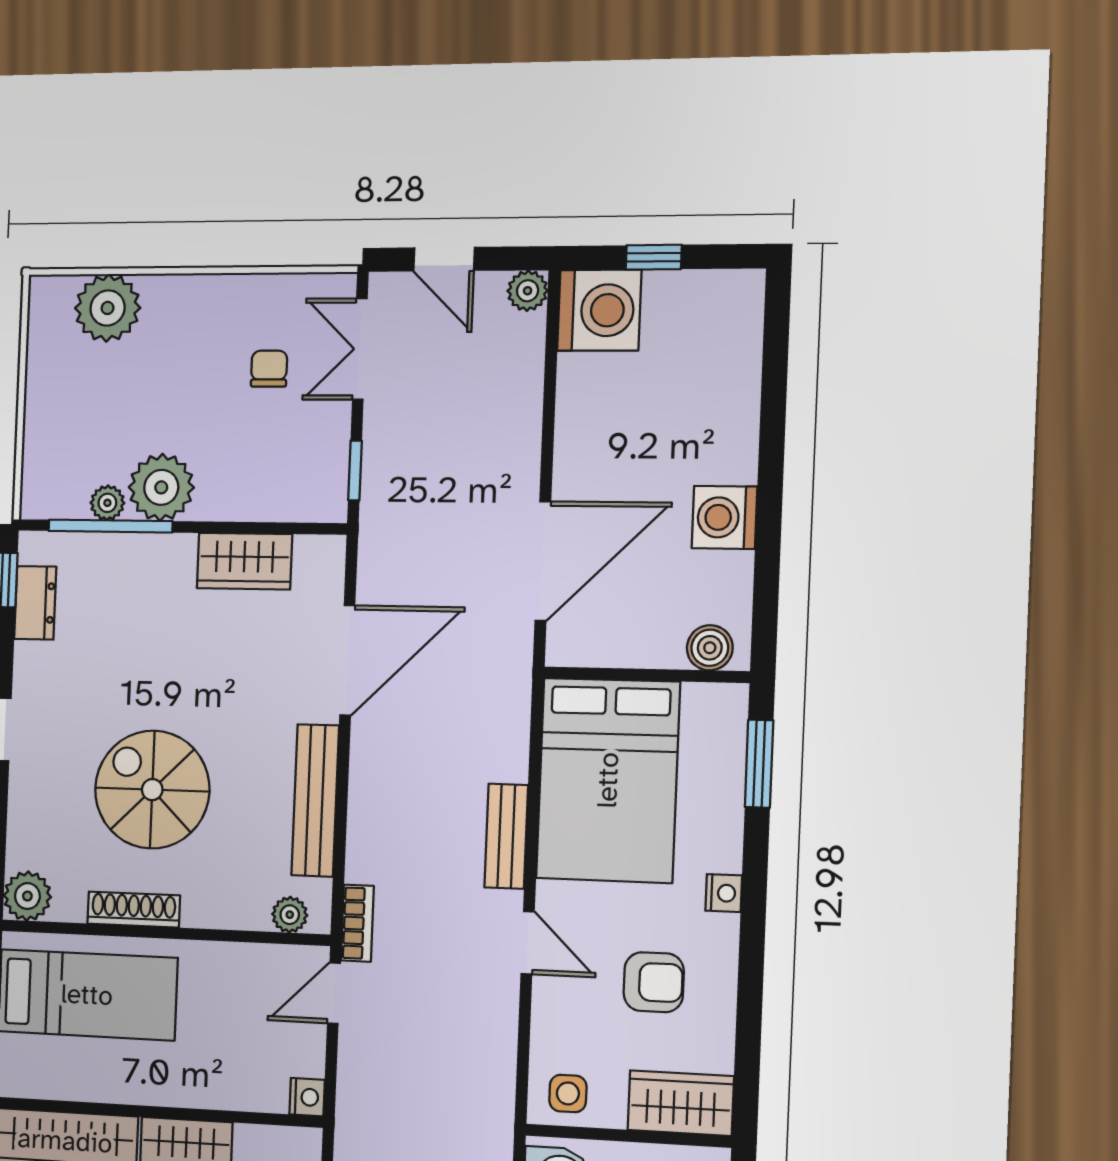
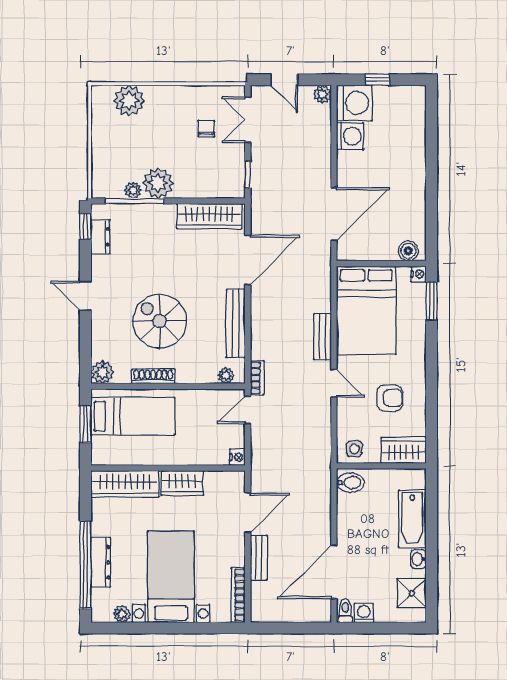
washing machine: (724, 517) -> (350, 136), moved, turned 180
wardrobe: (244, 561) -> (209, 216), width x1.50
nightstand: (724, 893) -> (418, 274), moved

